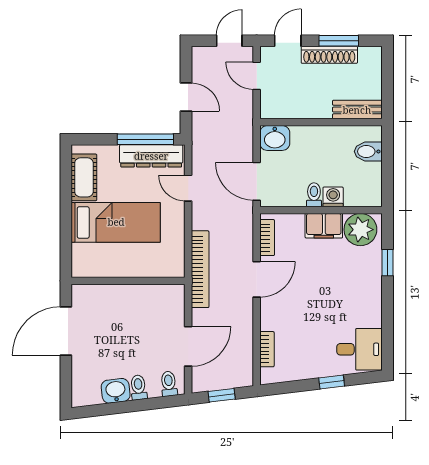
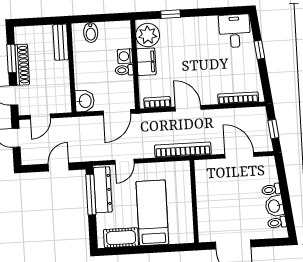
bookcase: (267, 349) -> (238, 98), width x1.56
toilet: (169, 384) -> (277, 223), moved

